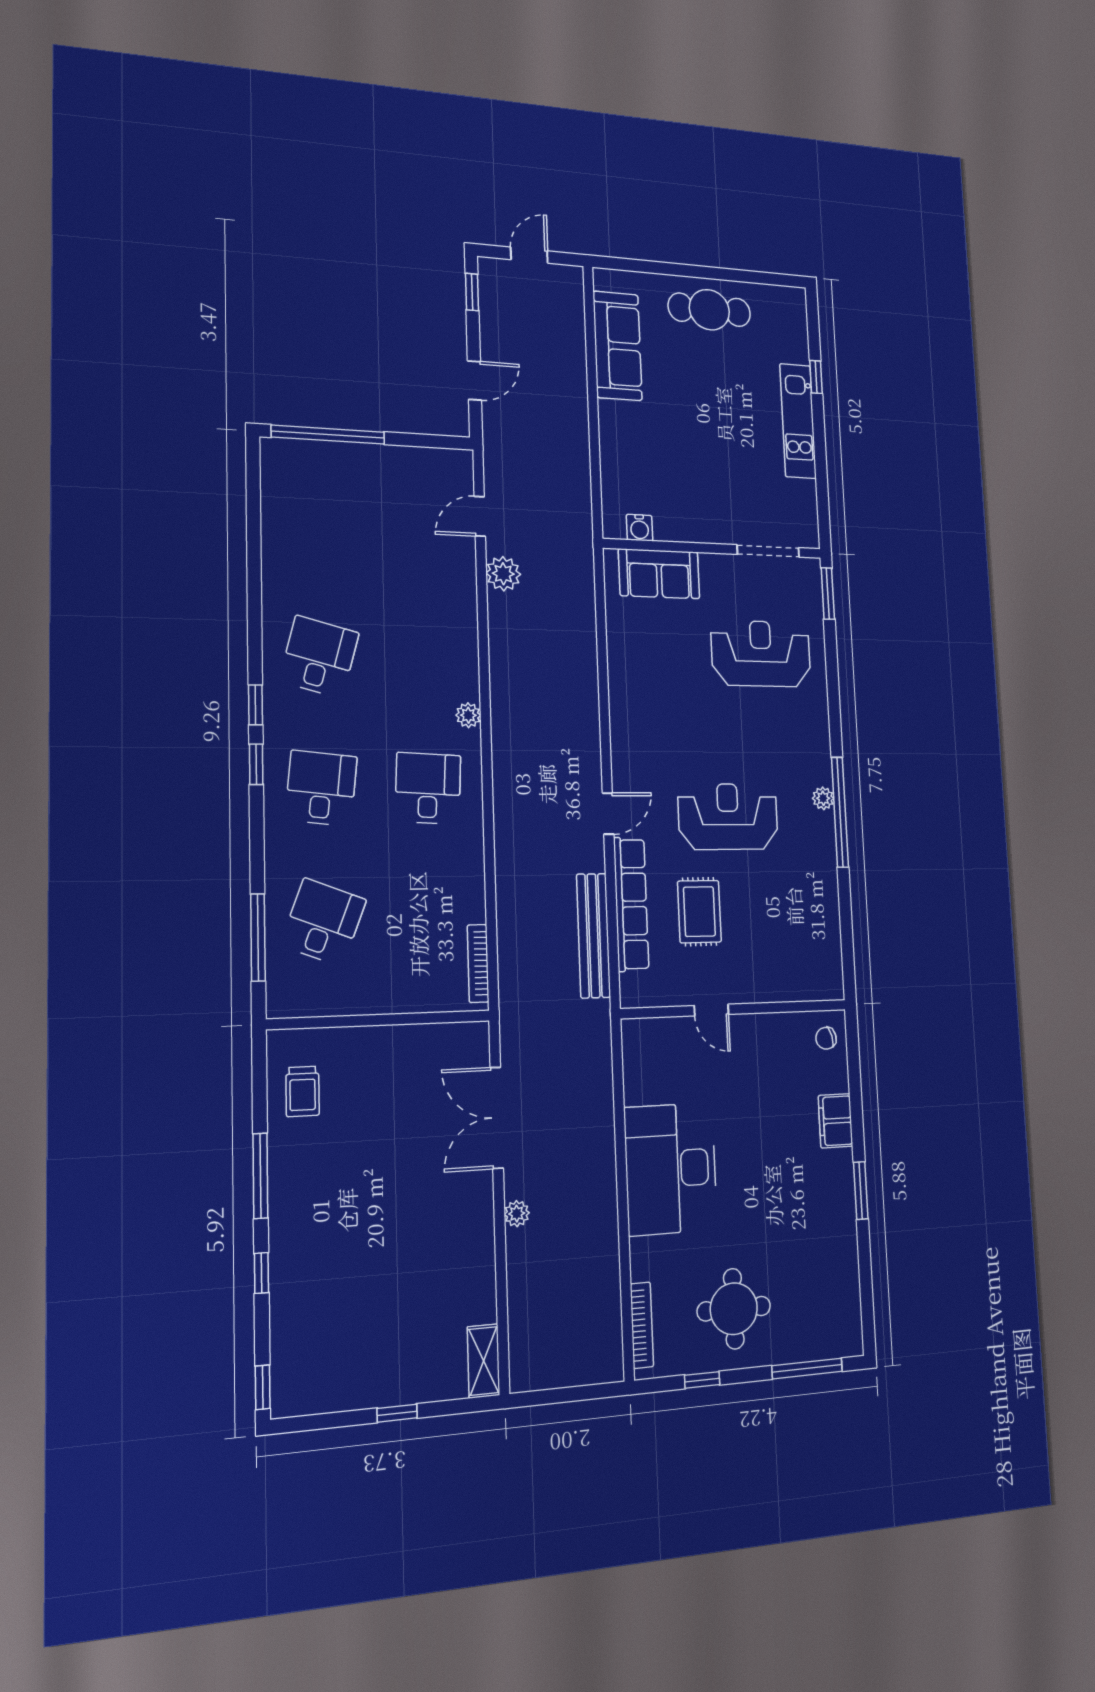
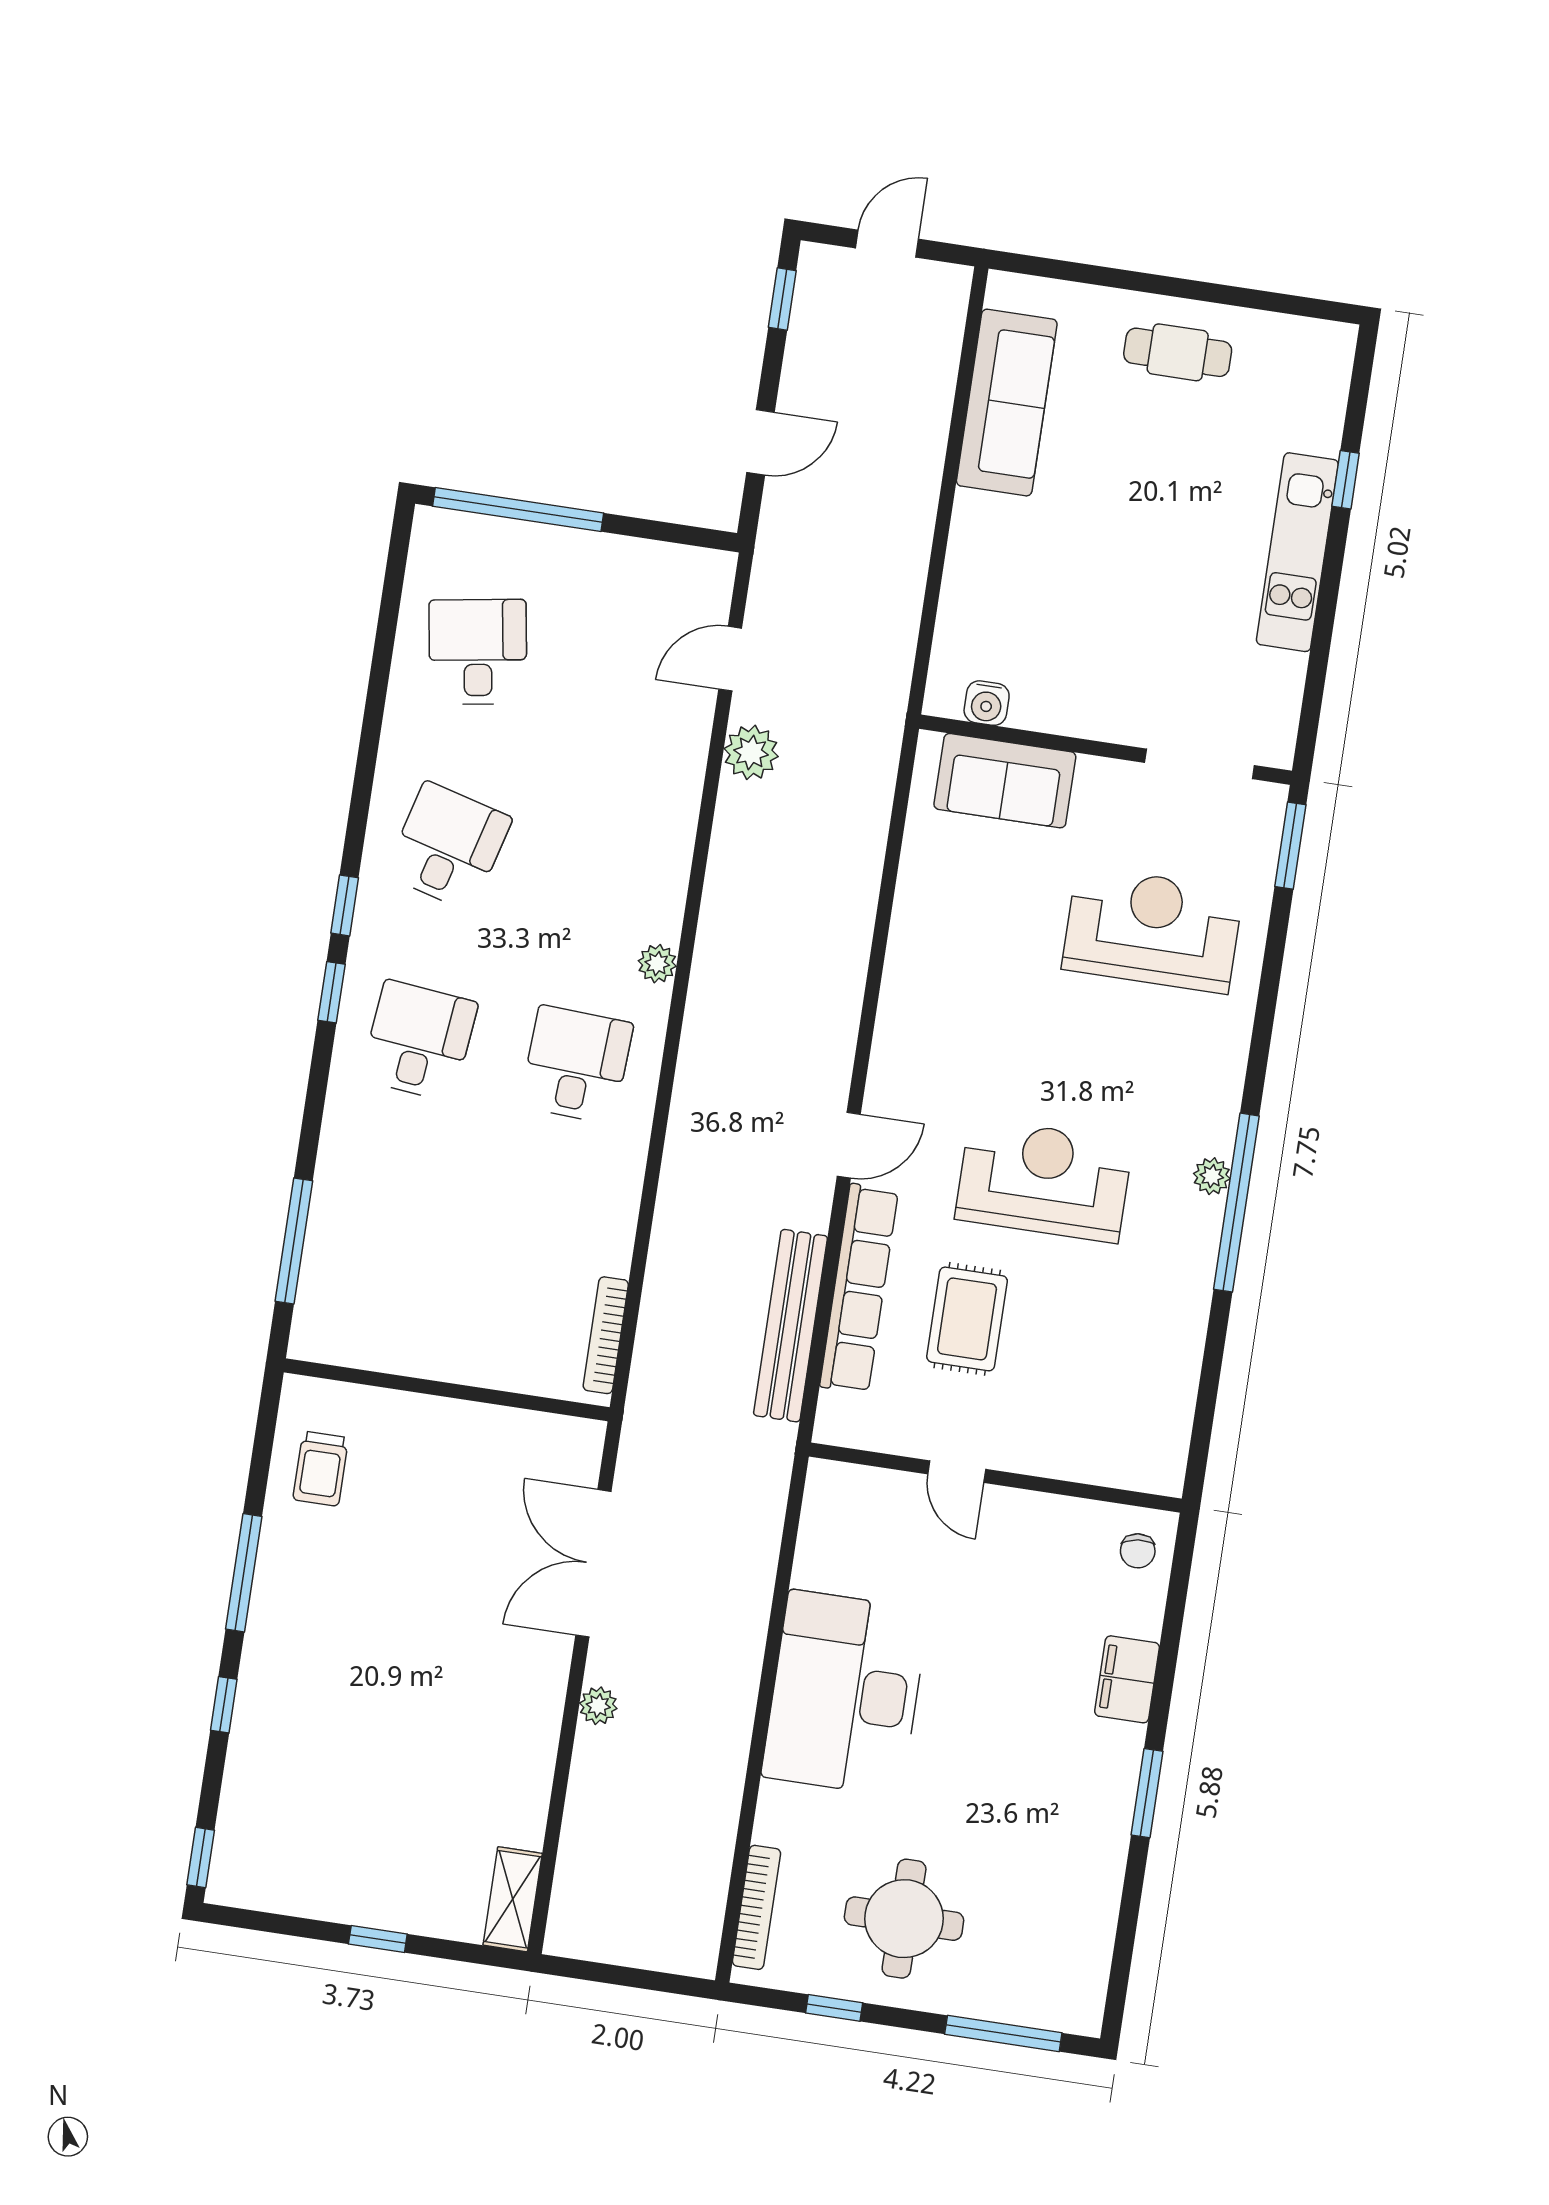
cafe table: (709, 310) -> (1178, 352), width x0.73, depth x0.74
desk: (323, 922) -> (478, 652), moved, turned -30
chair: (826, 1038) -> (1138, 1551), turned -82

